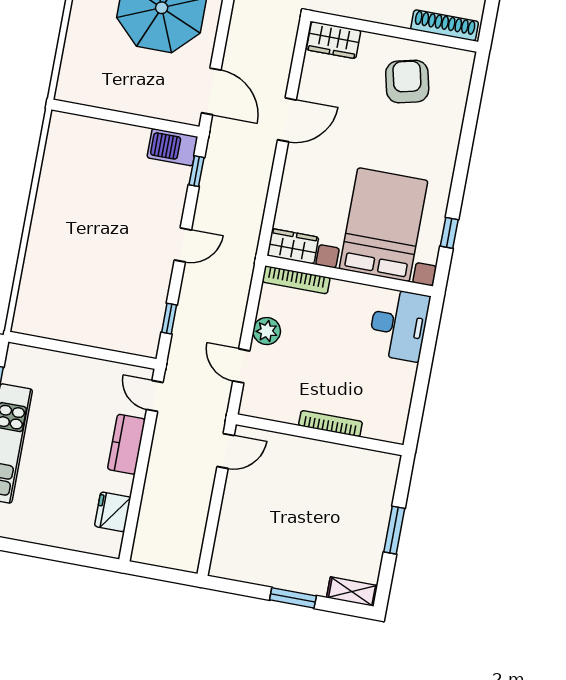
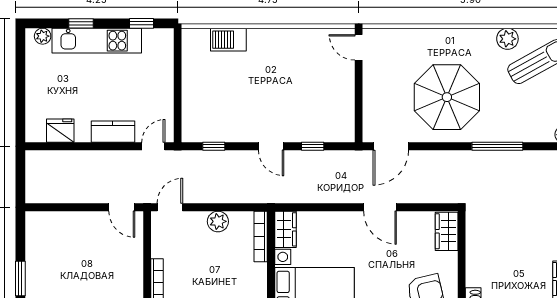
door: (77, 109) -> (359, 47), added
barbecue: (172, 147) -> (228, 40), moved, turned -90
window: (197, 171) -> (313, 146), moved
door: (241, 366) -> (170, 207), moved

